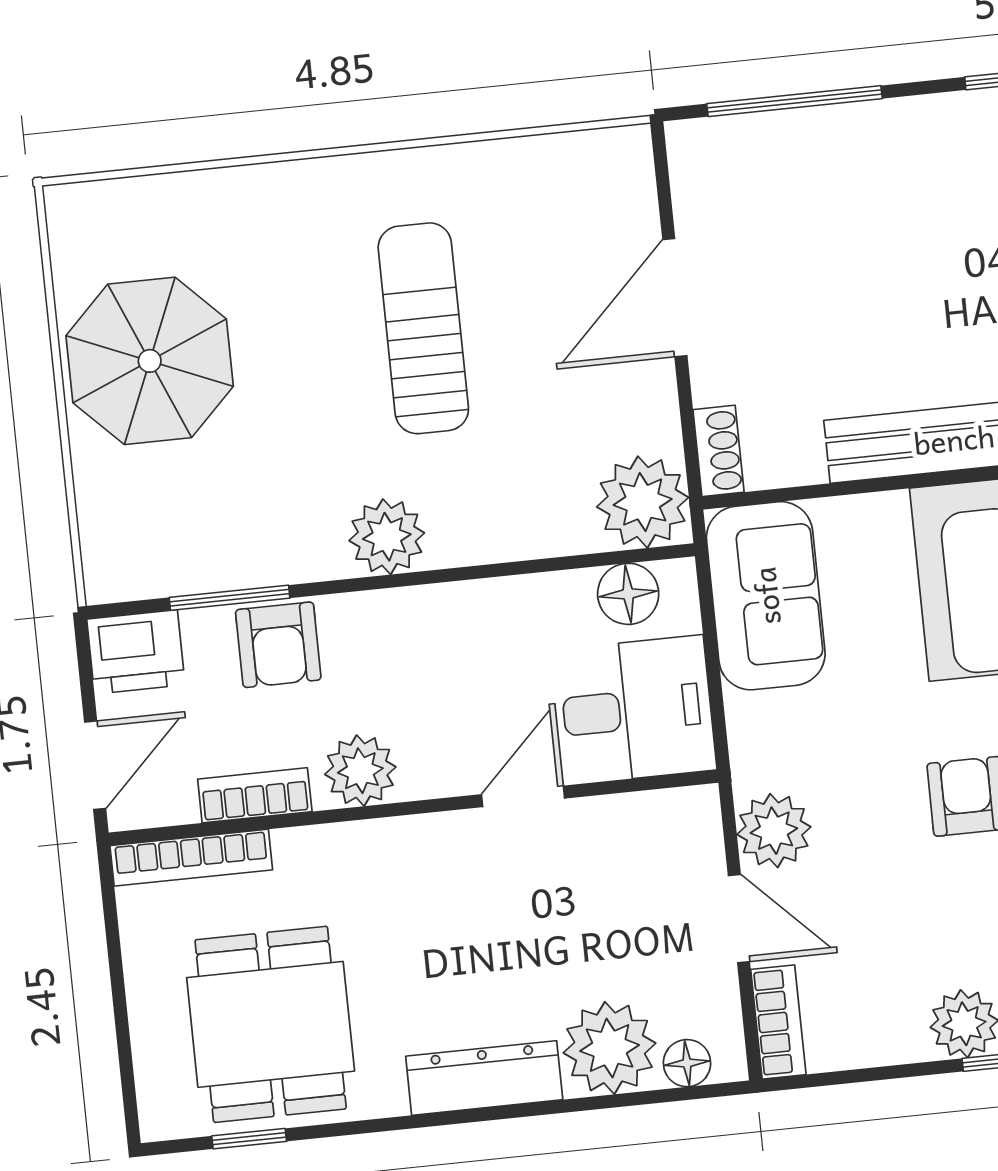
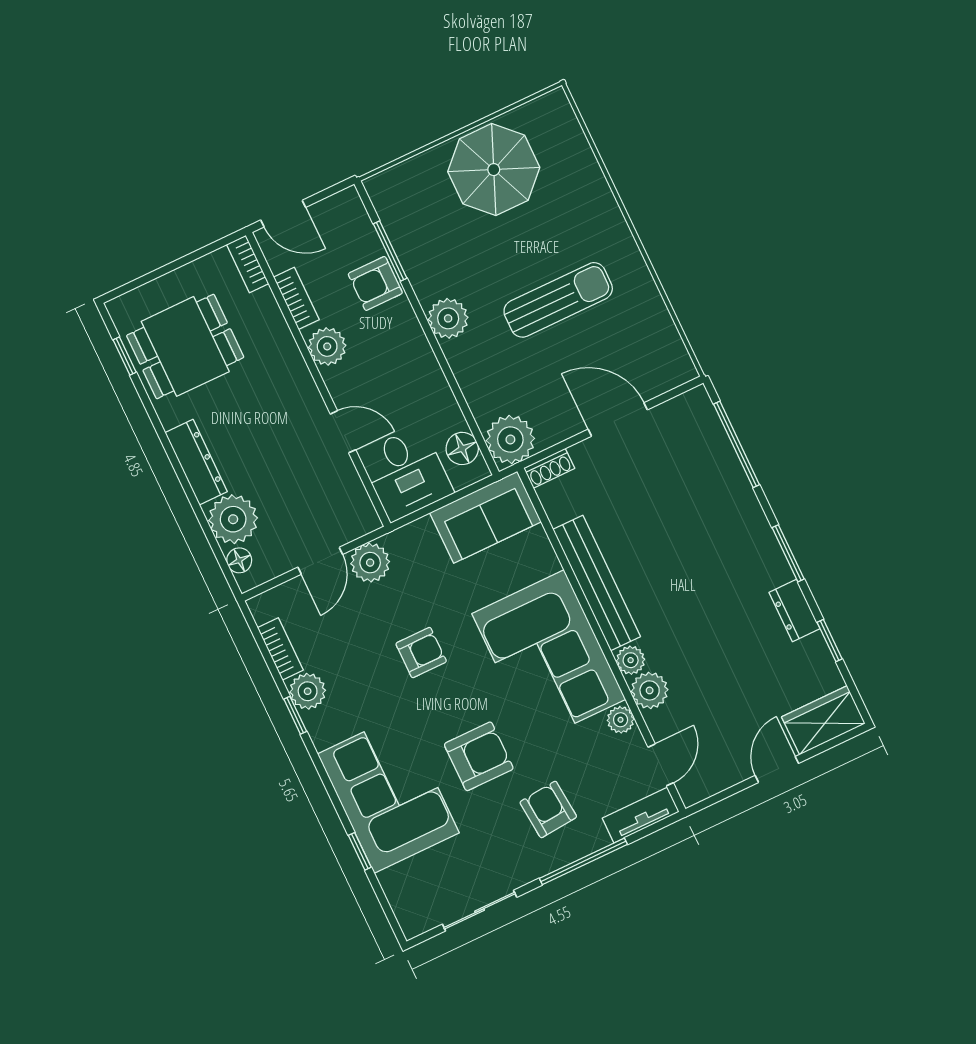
printer: (136, 652) -> (347, 214), removed
bookcase: (191, 858) -> (248, 264), width x0.64
bookcase: (778, 1022) -> (280, 649), moved, turned -90

